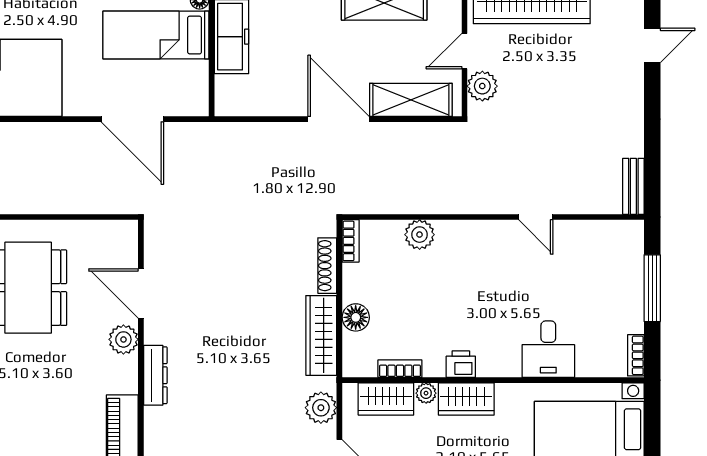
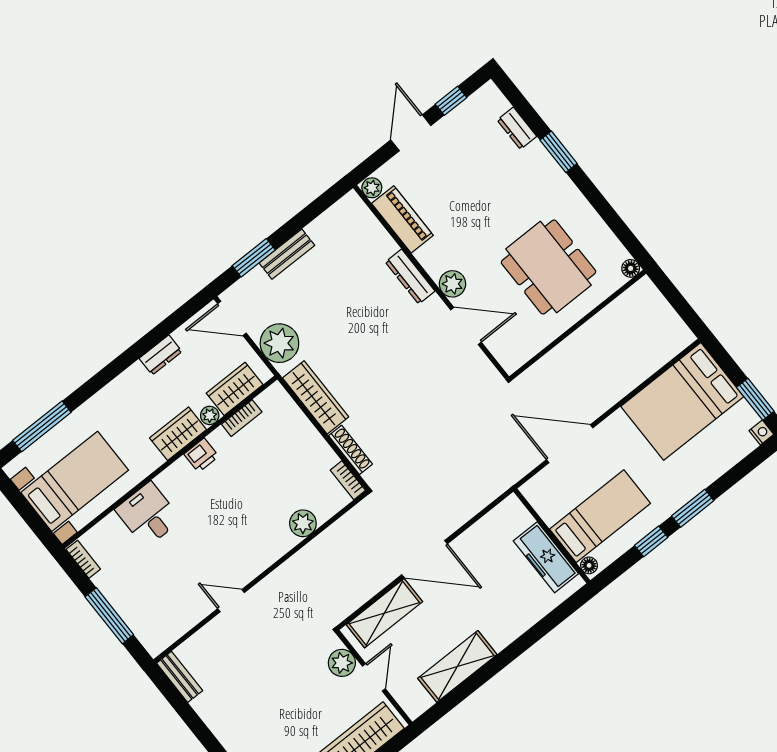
floor lamp: (356, 317) -> (301, 429), removed
plant: (321, 408) -> (279, 343), width x1.36, depth x1.36

